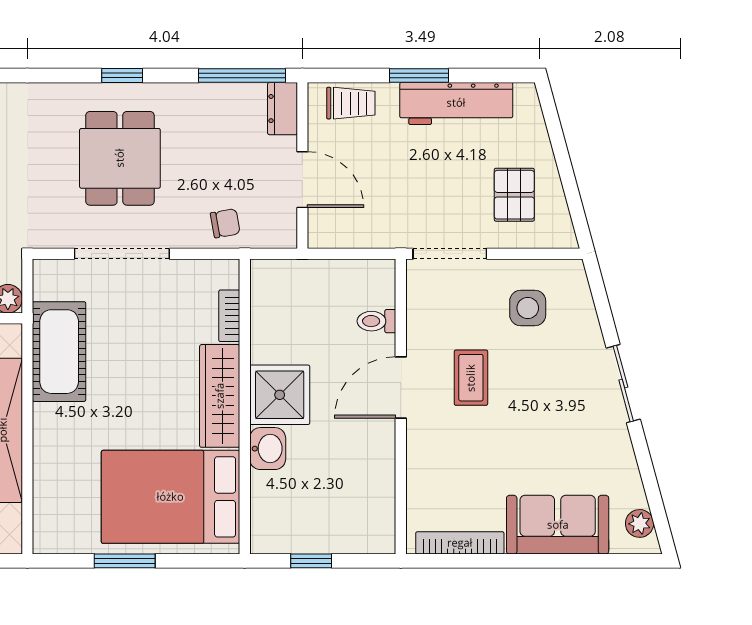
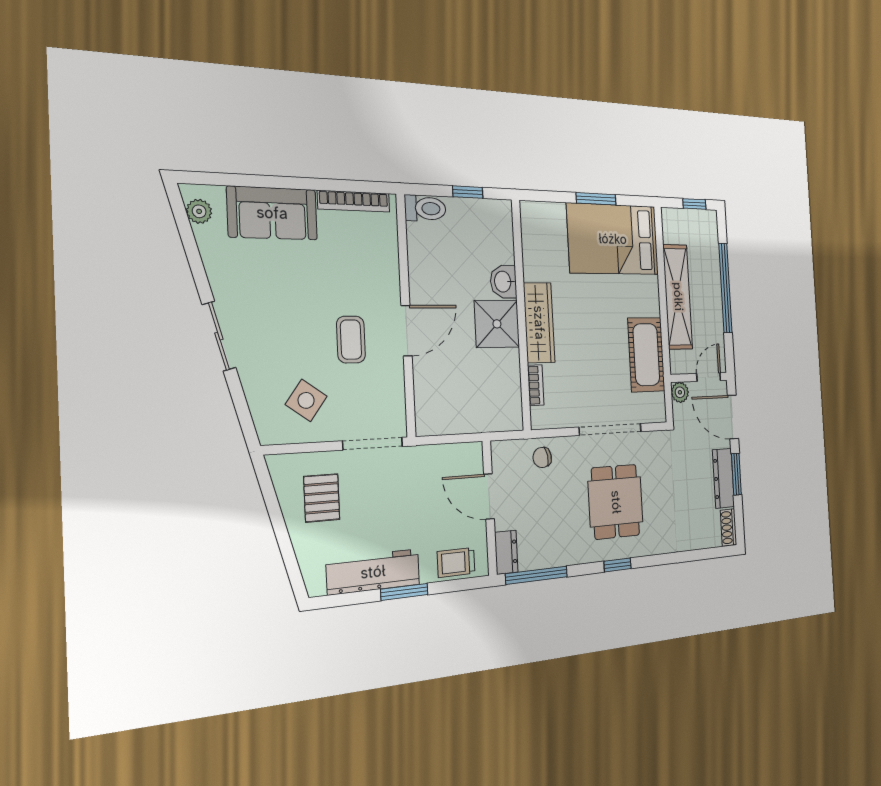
side table: (528, 308) -> (306, 400), turned 36
toilet: (376, 321) -> (425, 208), moved, width x1.37, depth x1.39
bed: (170, 497) -> (613, 239), moved, turned 180

